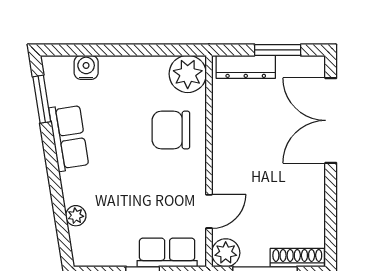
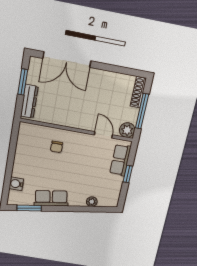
plant: (188, 74) -> (28, 133), removed
chair: (171, 130) -> (57, 147), width x0.54, depth x0.54

